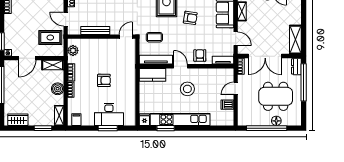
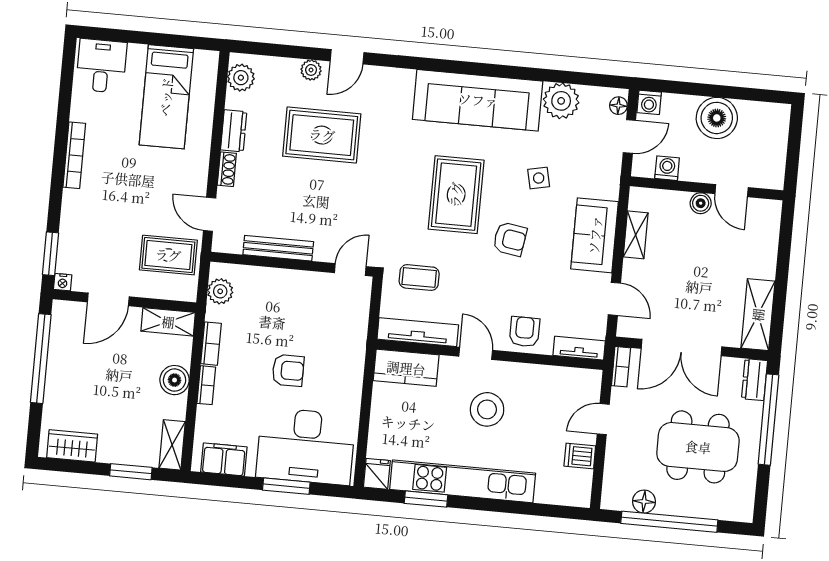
desk: (109, 114) -> (306, 446), width x1.36, depth x1.30
filing cabinet: (76, 120) -> (224, 459), width x2.00
floor lamp: (276, 121) -> (644, 502), moved

